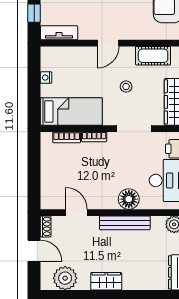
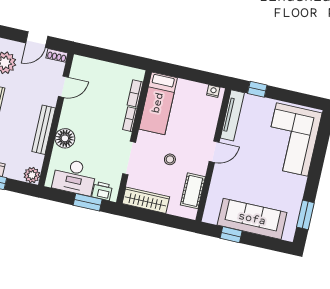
tv unit: (59, 33) -> (232, 115), width x1.41
door: (108, 43) -> (214, 152), swing flipped
nightstand: (46, 78) -> (213, 91), moved

